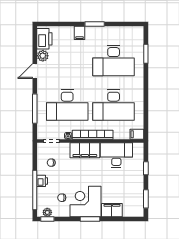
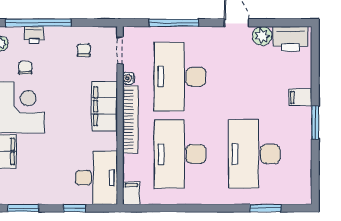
desk: (116, 155) -> (96, 178), moved
printer: (42, 181) -> (34, 35), moved

